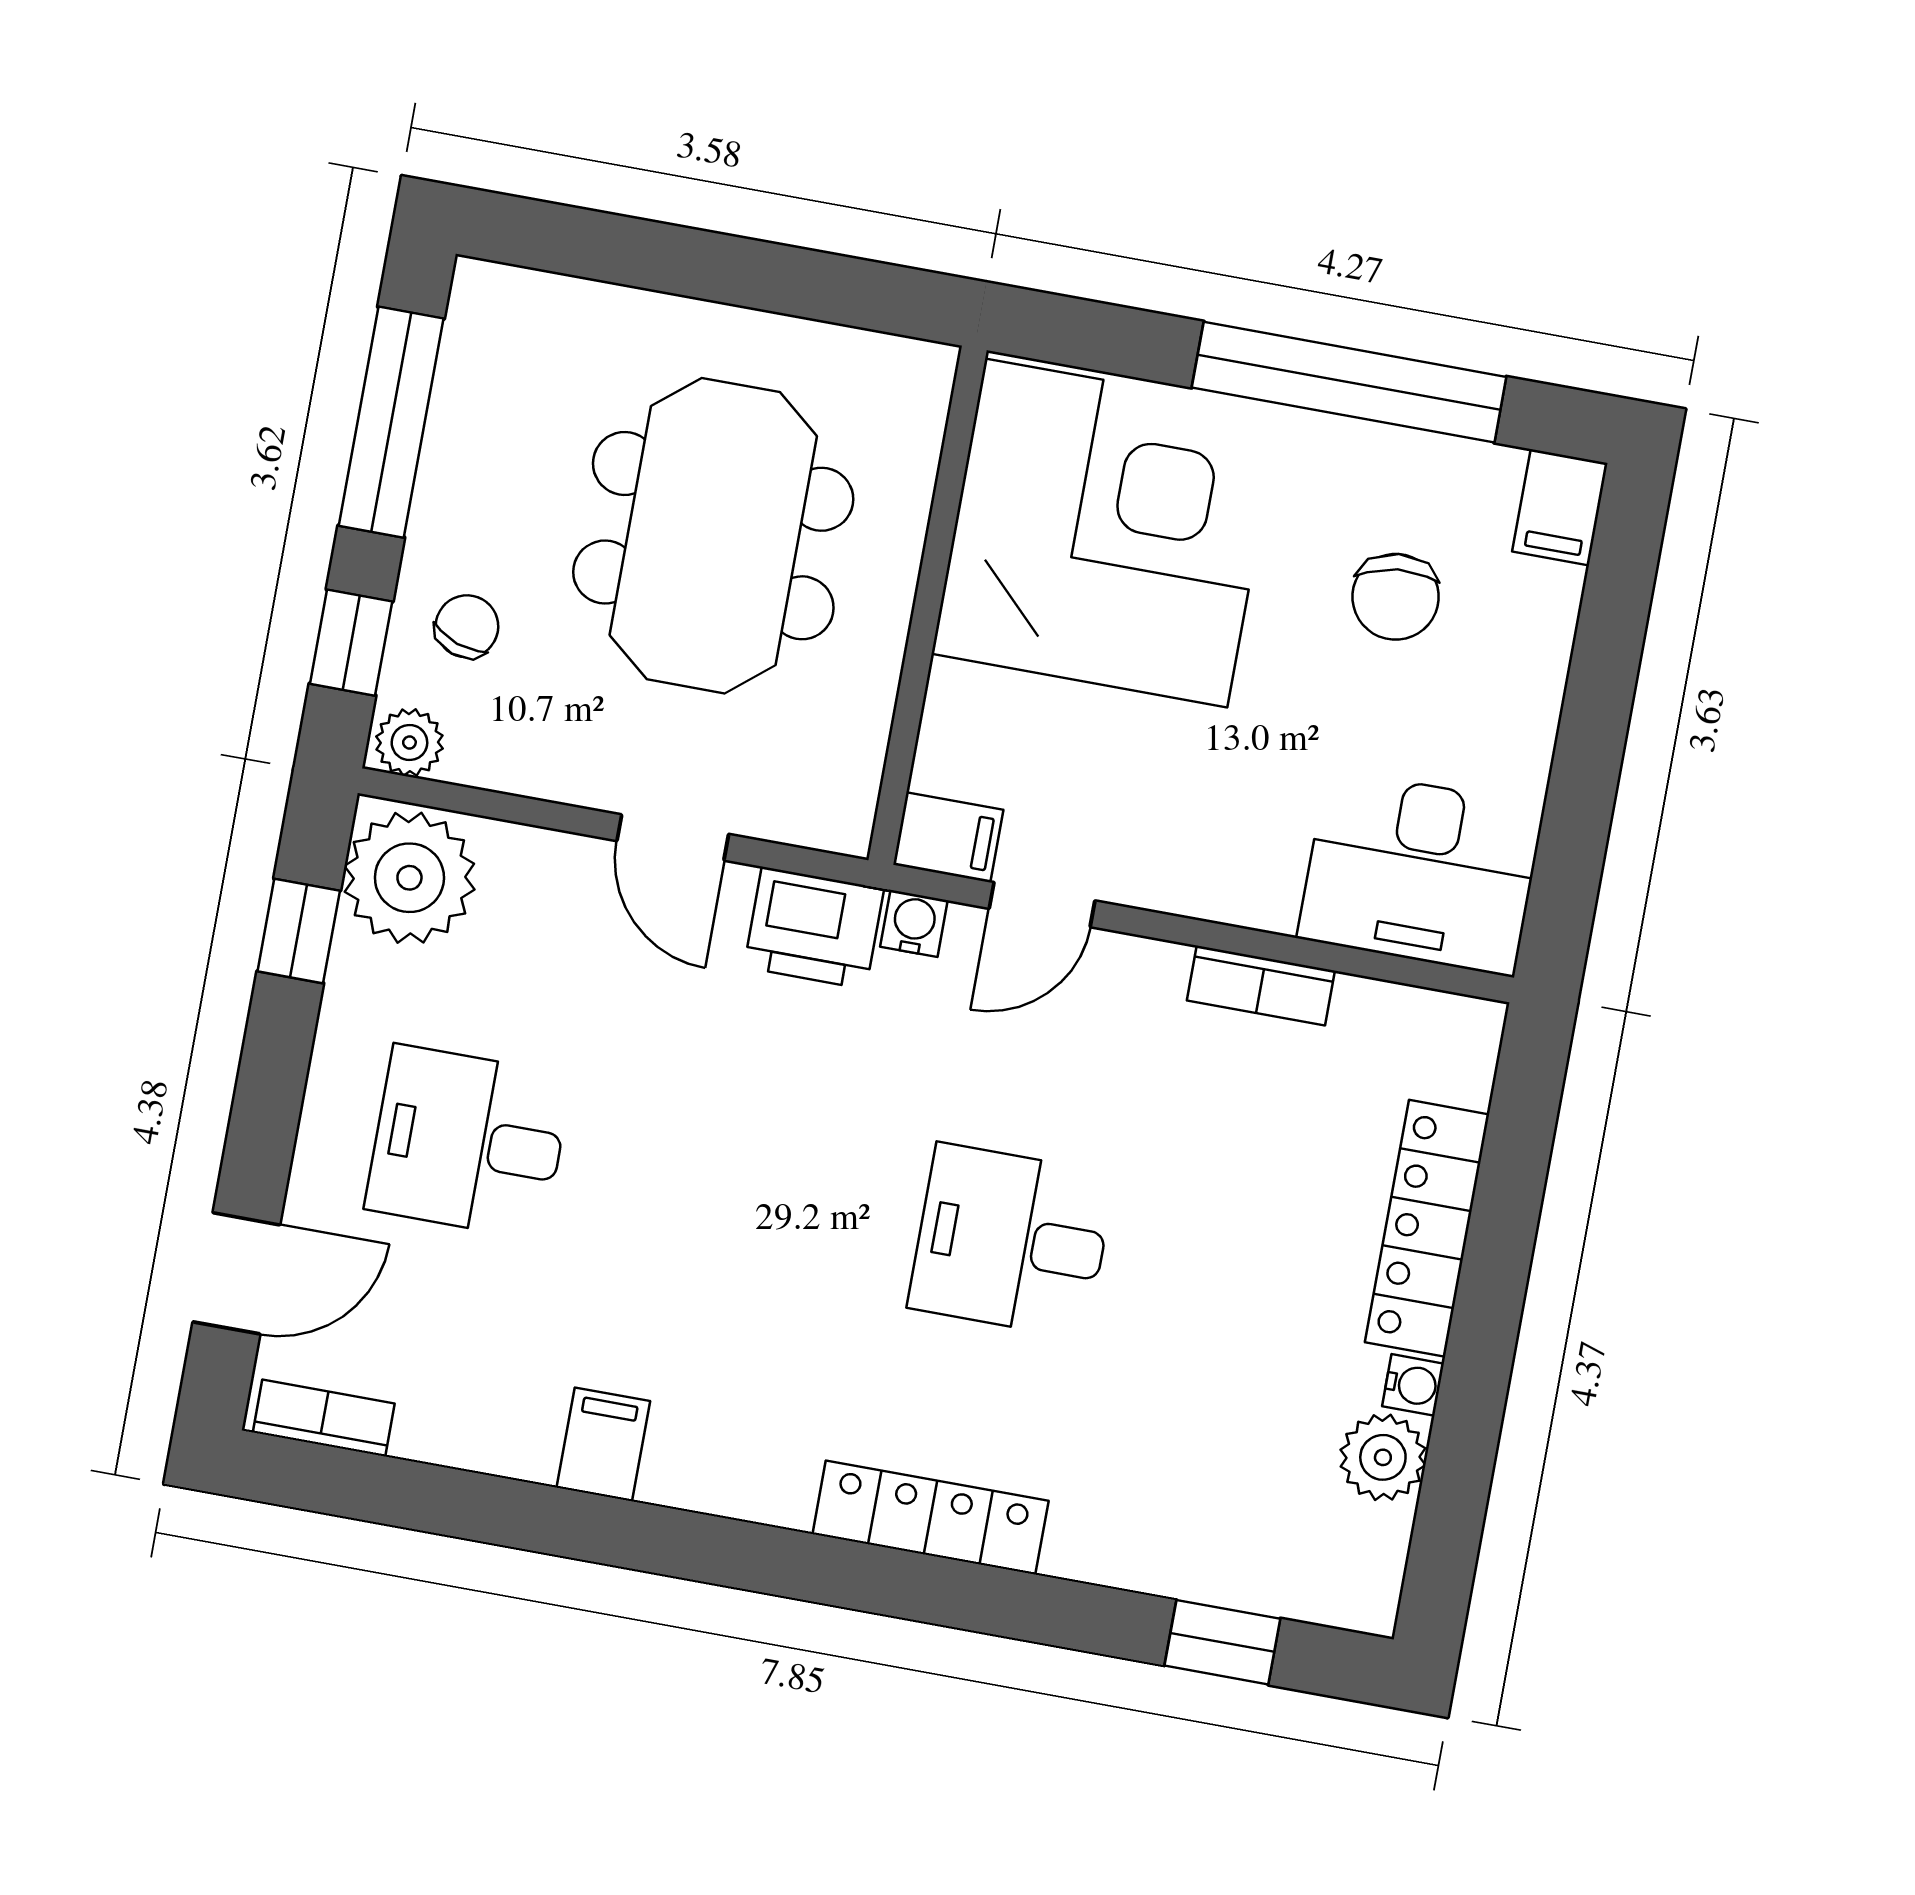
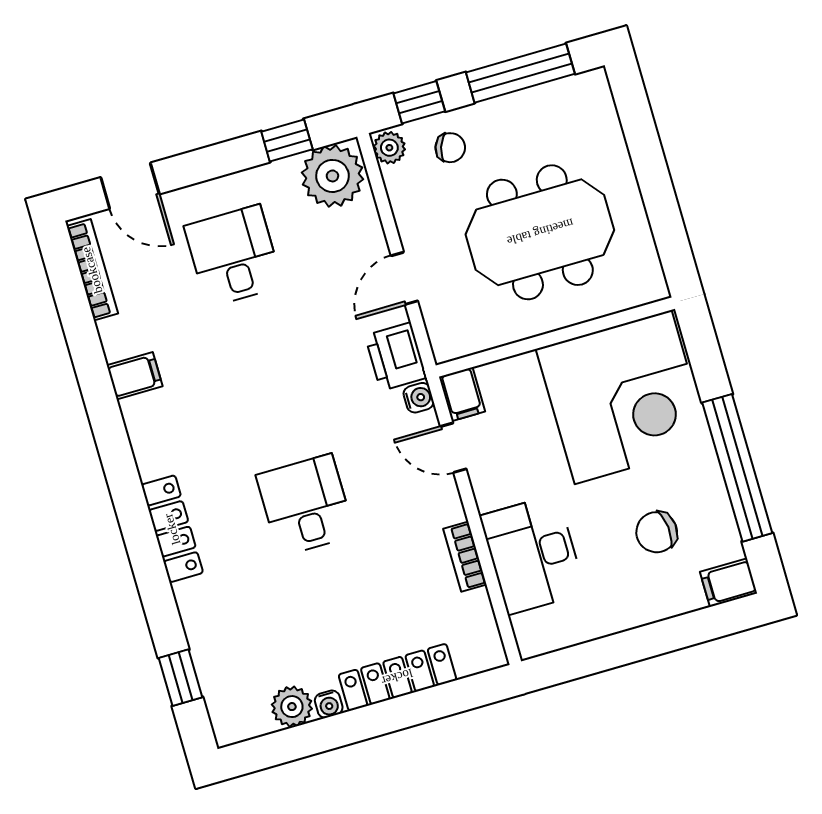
desk: (1421, 872) -> (533, 554), moved
bookcase: (324, 1418) -> (92, 270), width x1.56

